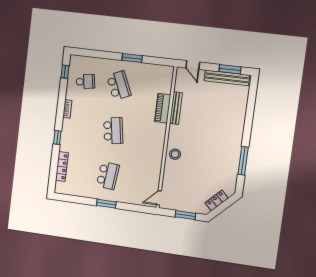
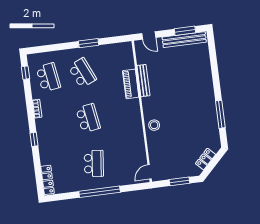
school desk: (85, 81) -> (48, 77), width x1.85
locker: (62, 167) -> (47, 180), moved
window: (106, 204) -> (100, 192), width x2.11

